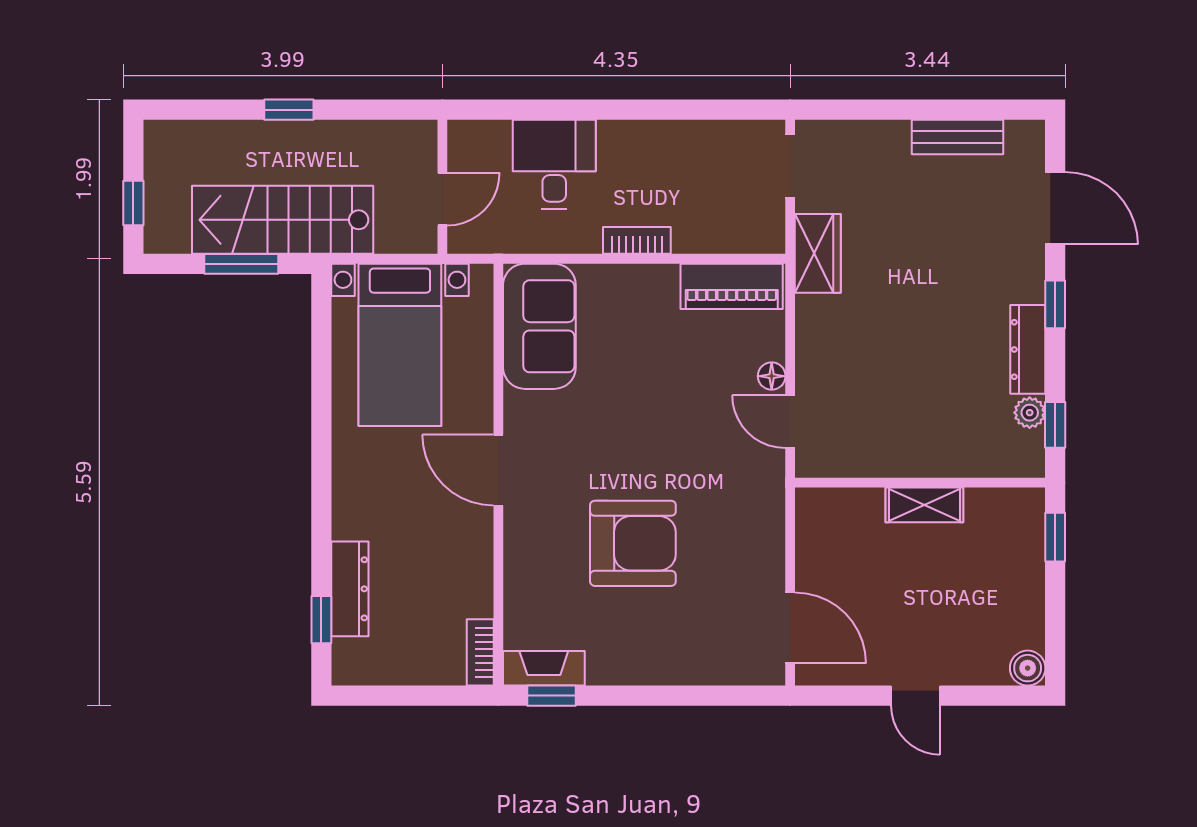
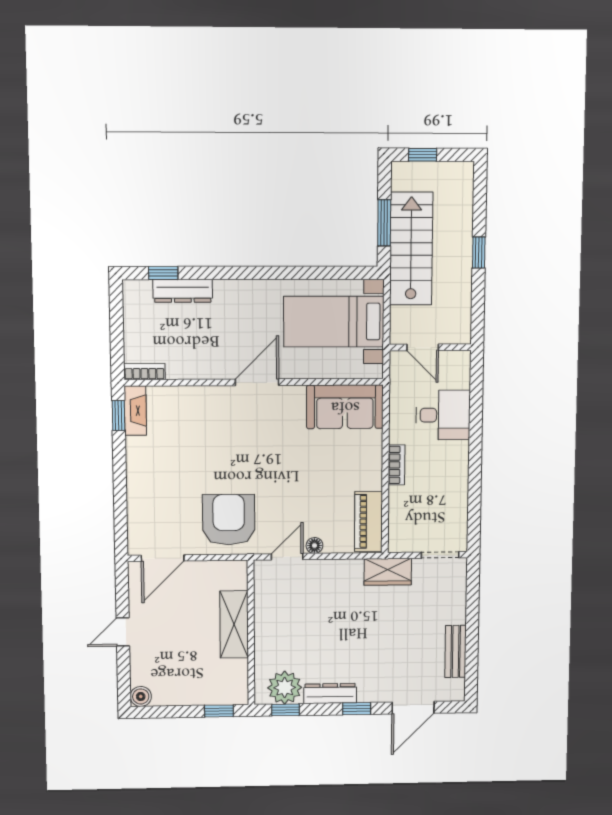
plant: (1030, 413) -> (285, 688), width x1.88, depth x1.88
shelving: (924, 505) -> (234, 624), width x1.50, depth x1.33
armchair: (633, 543) -> (229, 520), moved, turned 180

